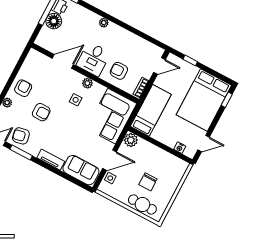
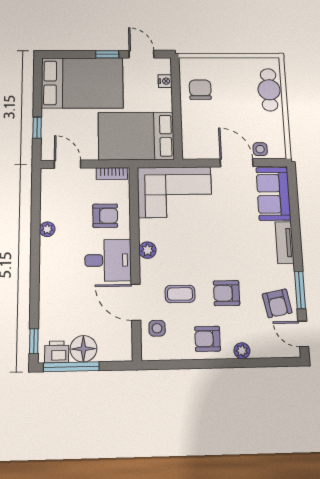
plant: (104, 23) -> (47, 229), moved
armchair: (119, 71) -> (105, 216), turned -90
coffee table: (54, 87) -> (180, 294), added
side table: (76, 100) -> (157, 328), moved
window: (227, 100) -> (107, 54), moved
bed: (151, 110) -> (136, 136), width x1.50
armchair: (41, 112) -> (227, 293), turned -90
plant: (131, 140) -> (193, 149), removed
chair: (148, 182) -> (200, 90), moved, turned -90

